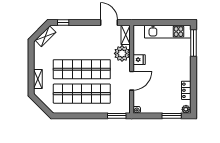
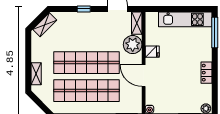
window: (63, 23) -> (84, 9), moved
door: (132, 81) -> (144, 76), swing flipped
locker: (186, 90) -> (206, 73), moved

